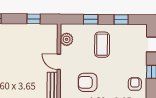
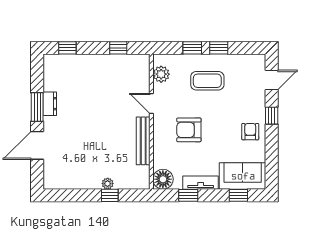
window: (121, 20) -> (219, 48), moved
coffee table: (102, 45) -> (207, 81), turned 90

